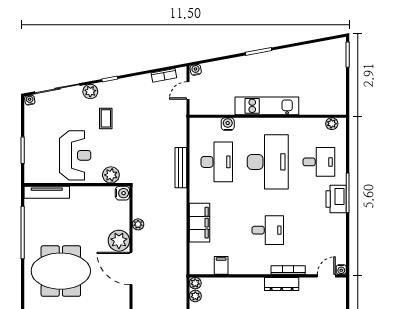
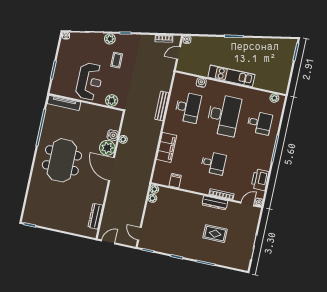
water cooler: (122, 193) -> (113, 135), moved
printer: (336, 199) -> (260, 180), moved
meeting table: (61, 271) -> (62, 160), turned 90

